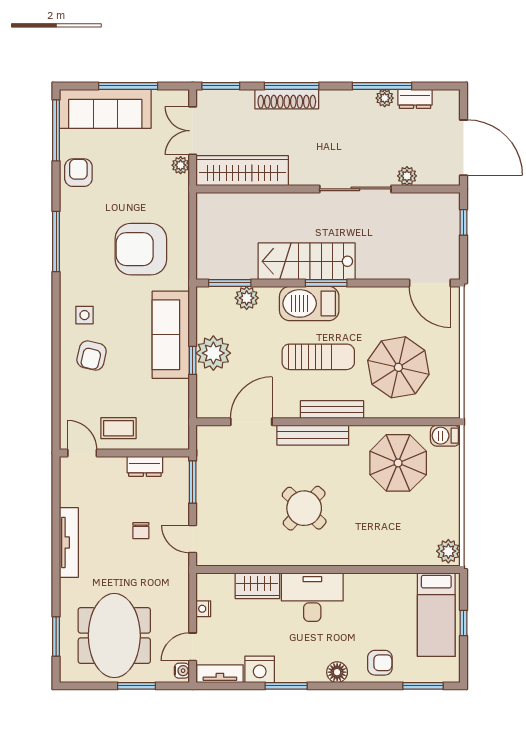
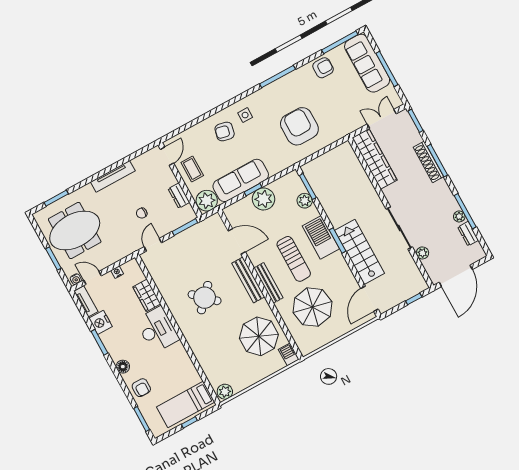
plant: (181, 165) -> (207, 201), moved, width x1.87, depth x1.87
stairs: (307, 261) -> (360, 252), moved
sofa: (171, 335) -> (241, 180), moved

